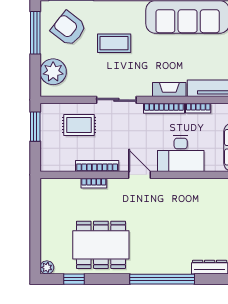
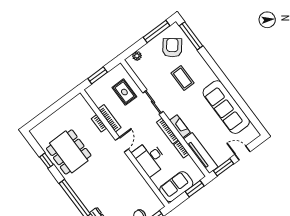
plant: (53, 72) -> (137, 56), width x0.53, depth x0.53
window: (35, 127) -> (98, 75), moved
plant: (47, 267) -> (35, 132), removed
window: (74, 279) -> (46, 161), moved

